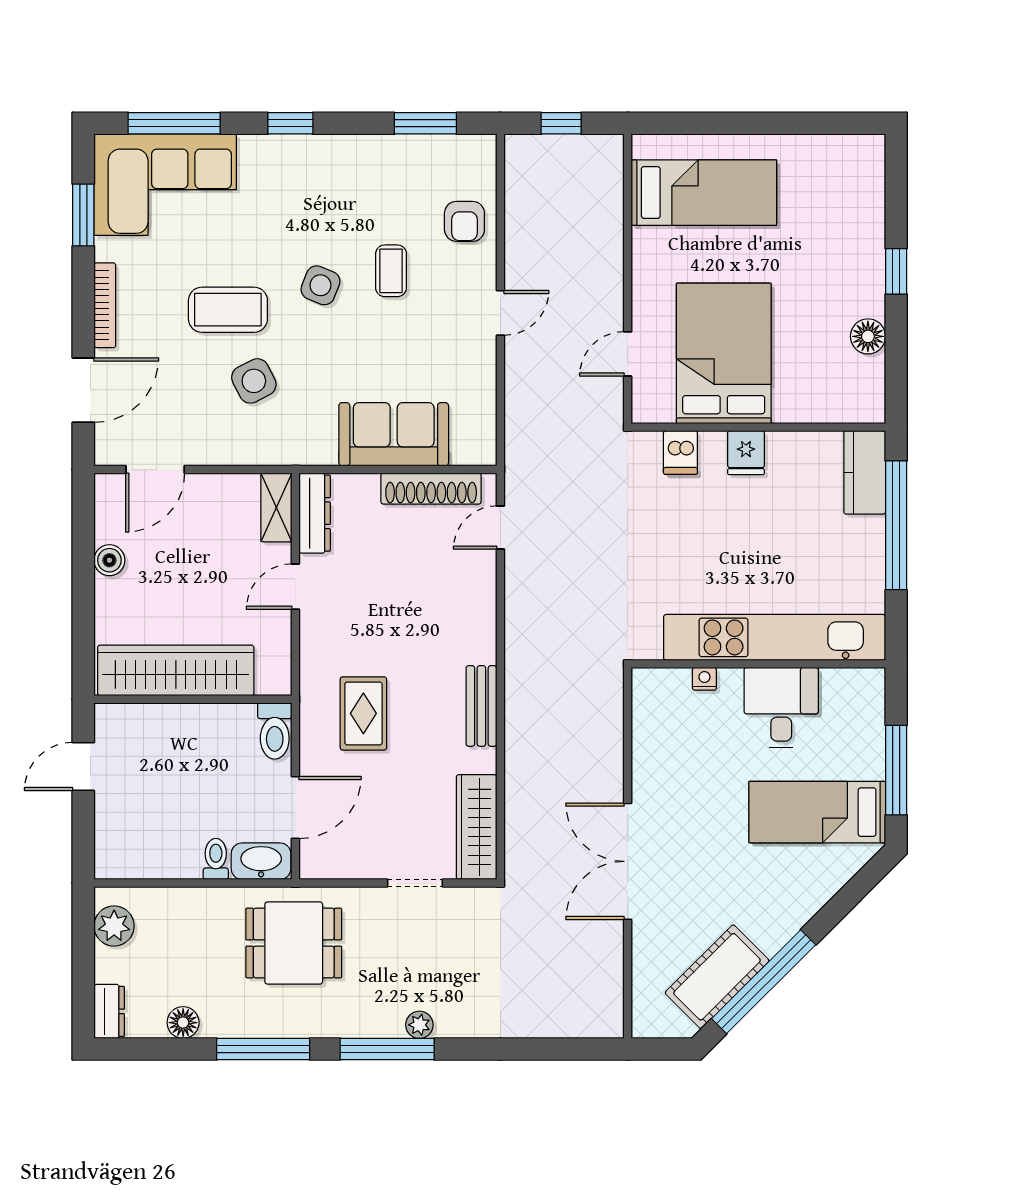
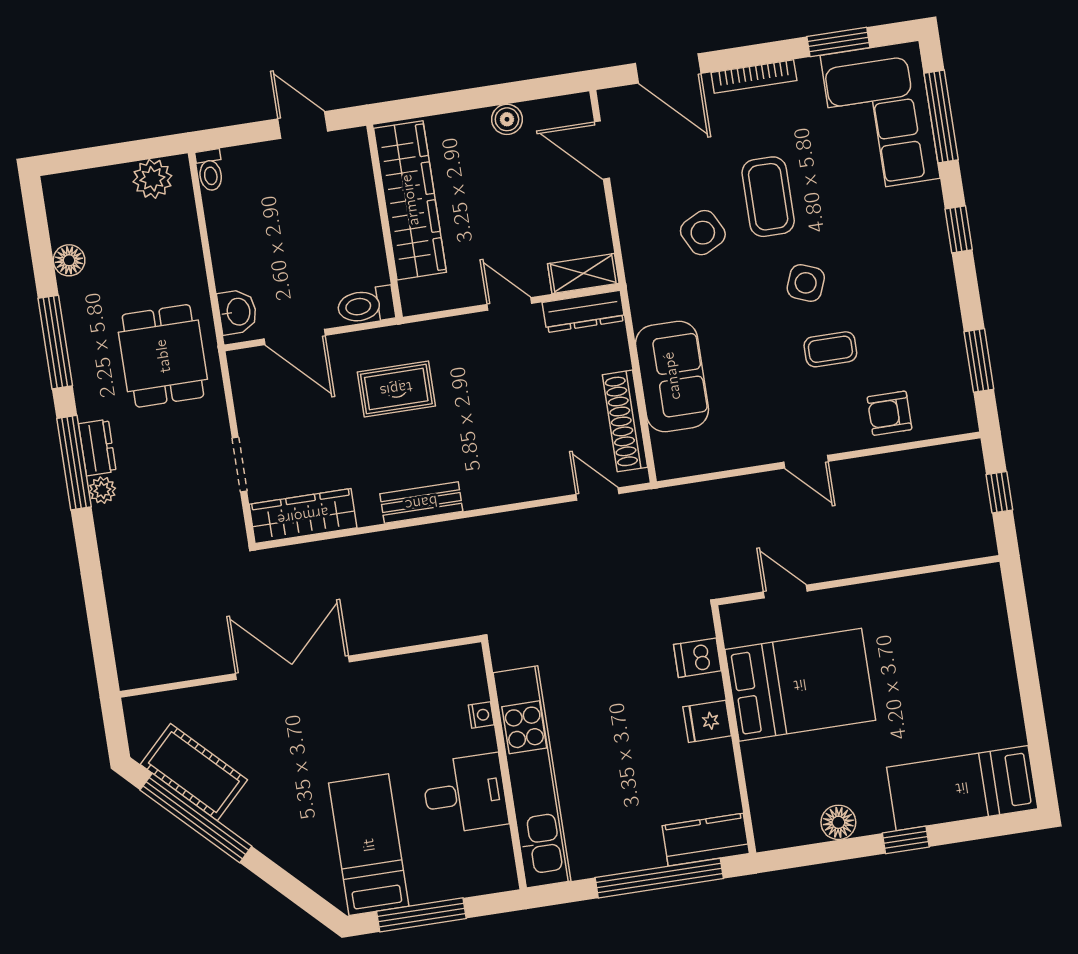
bed: (704, 193) -> (962, 788), moved, turned 90
toilet: (216, 859) -> (210, 170), moved, turned 90
washbasin: (261, 861) -> (237, 312), width x0.72
dresser: (109, 1011) -> (97, 448), moved, turned -90

